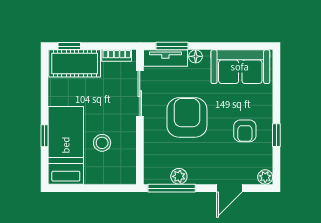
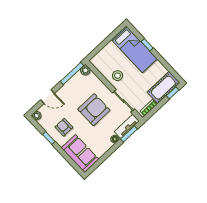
sofa: (240, 67) -> (80, 154), moved, turned 90
armchair: (187, 117) -> (94, 110), turned -90
stool: (102, 143) -> (117, 76), moved
plant: (179, 176) -> (85, 70), moved
door: (229, 188) -> (48, 97), swing flipped

